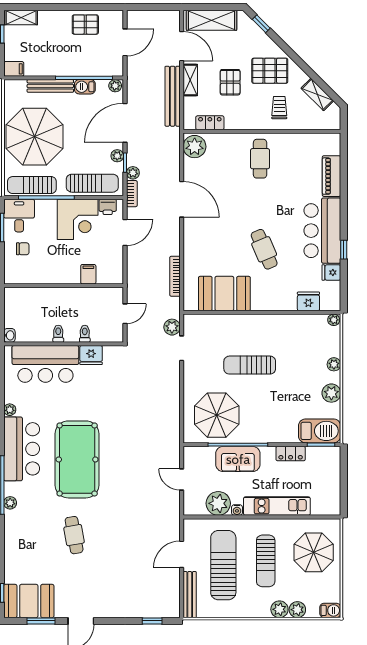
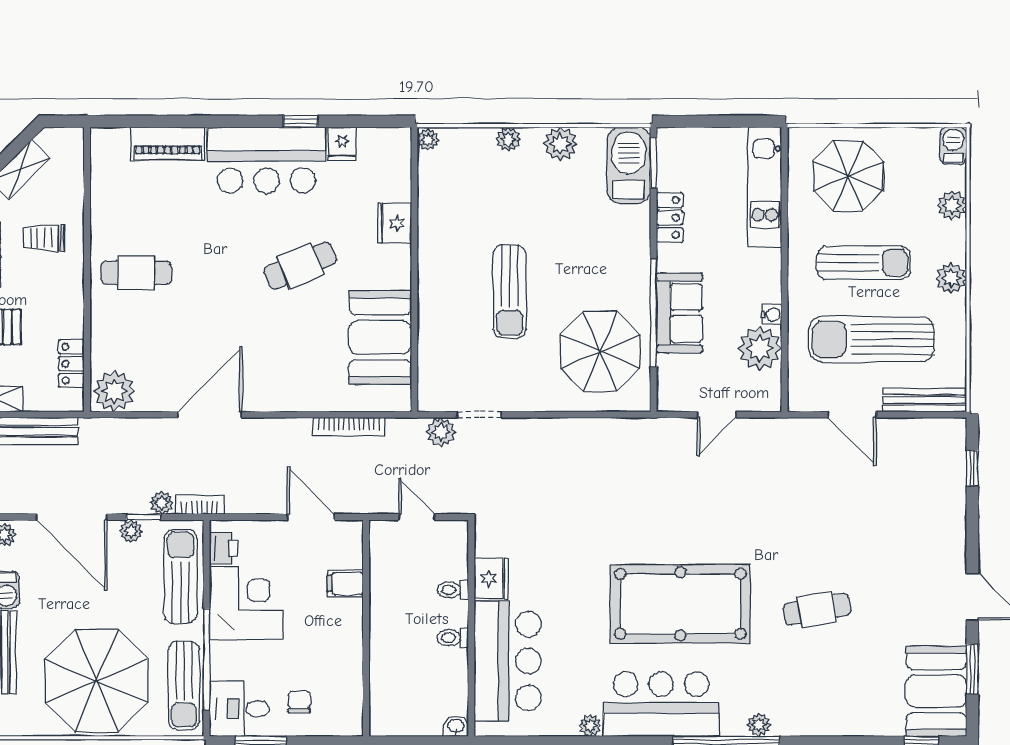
door: (125, 232) -> (311, 517), moved
fridge: (308, 301) -> (394, 223), moved
kitchen unit: (277, 506) -> (765, 187), moved
plant: (279, 609) -> (951, 278), moved

